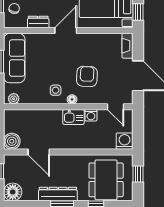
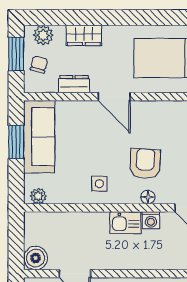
door: (66, 31) -> (114, 97), swing flipped
floor lamp: (72, 99) -> (148, 197), moved

